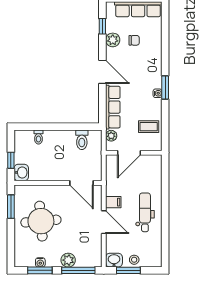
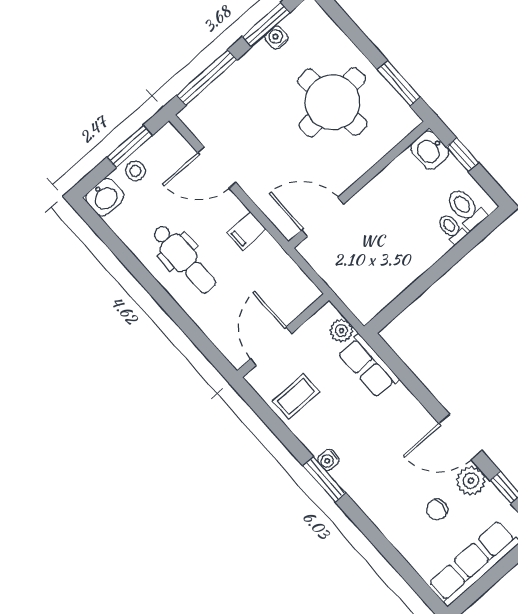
door: (102, 72) -> (460, 437), moved
row of seats: (113, 107) -> (368, 366), width x0.68
toilet: (82, 140) -> (466, 209), moved
door: (129, 153) -> (271, 346), moved
door: (104, 222) -> (217, 168), moved
plant: (68, 260) -> (237, 79), removed
washbasin: (114, 260) -> (105, 197), moved

